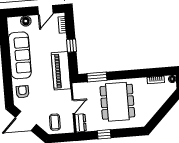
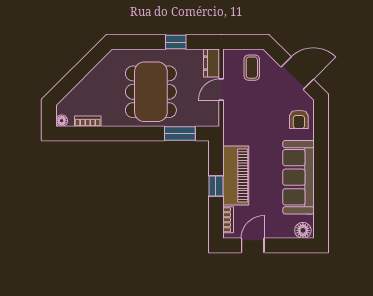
floor lamp: (26, 21) -> (303, 230), moved
piano: (61, 71) -> (236, 176), moved

